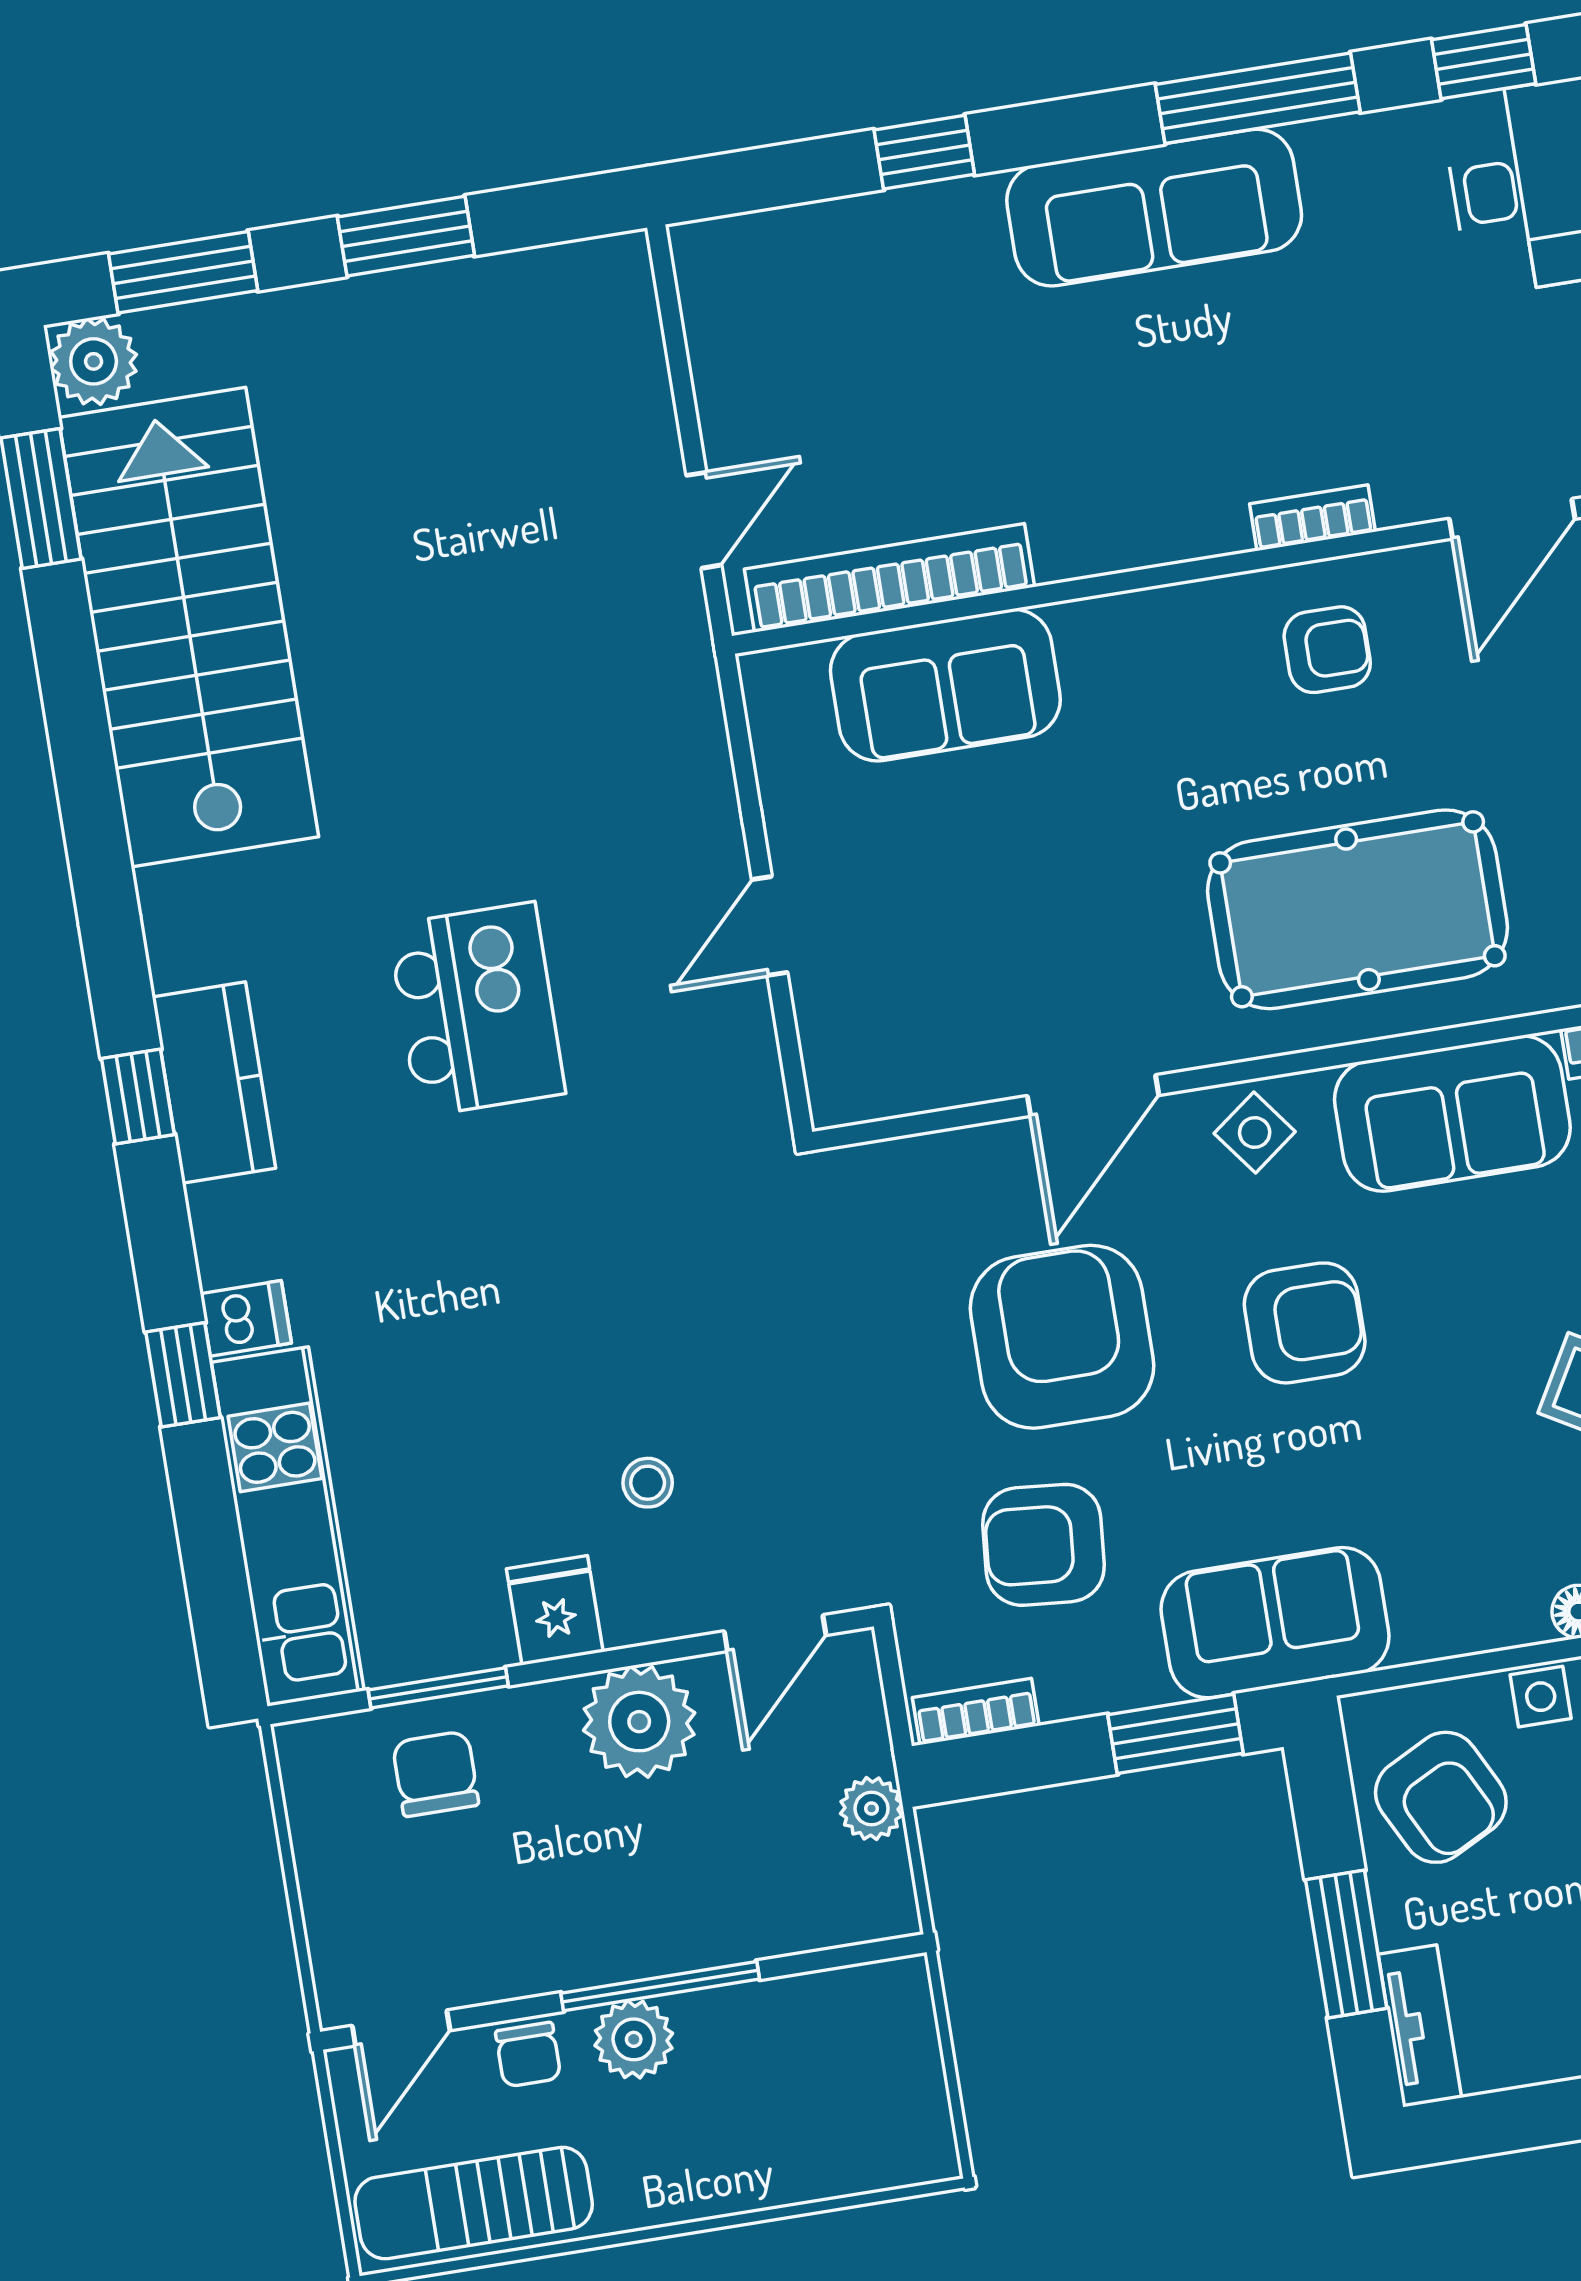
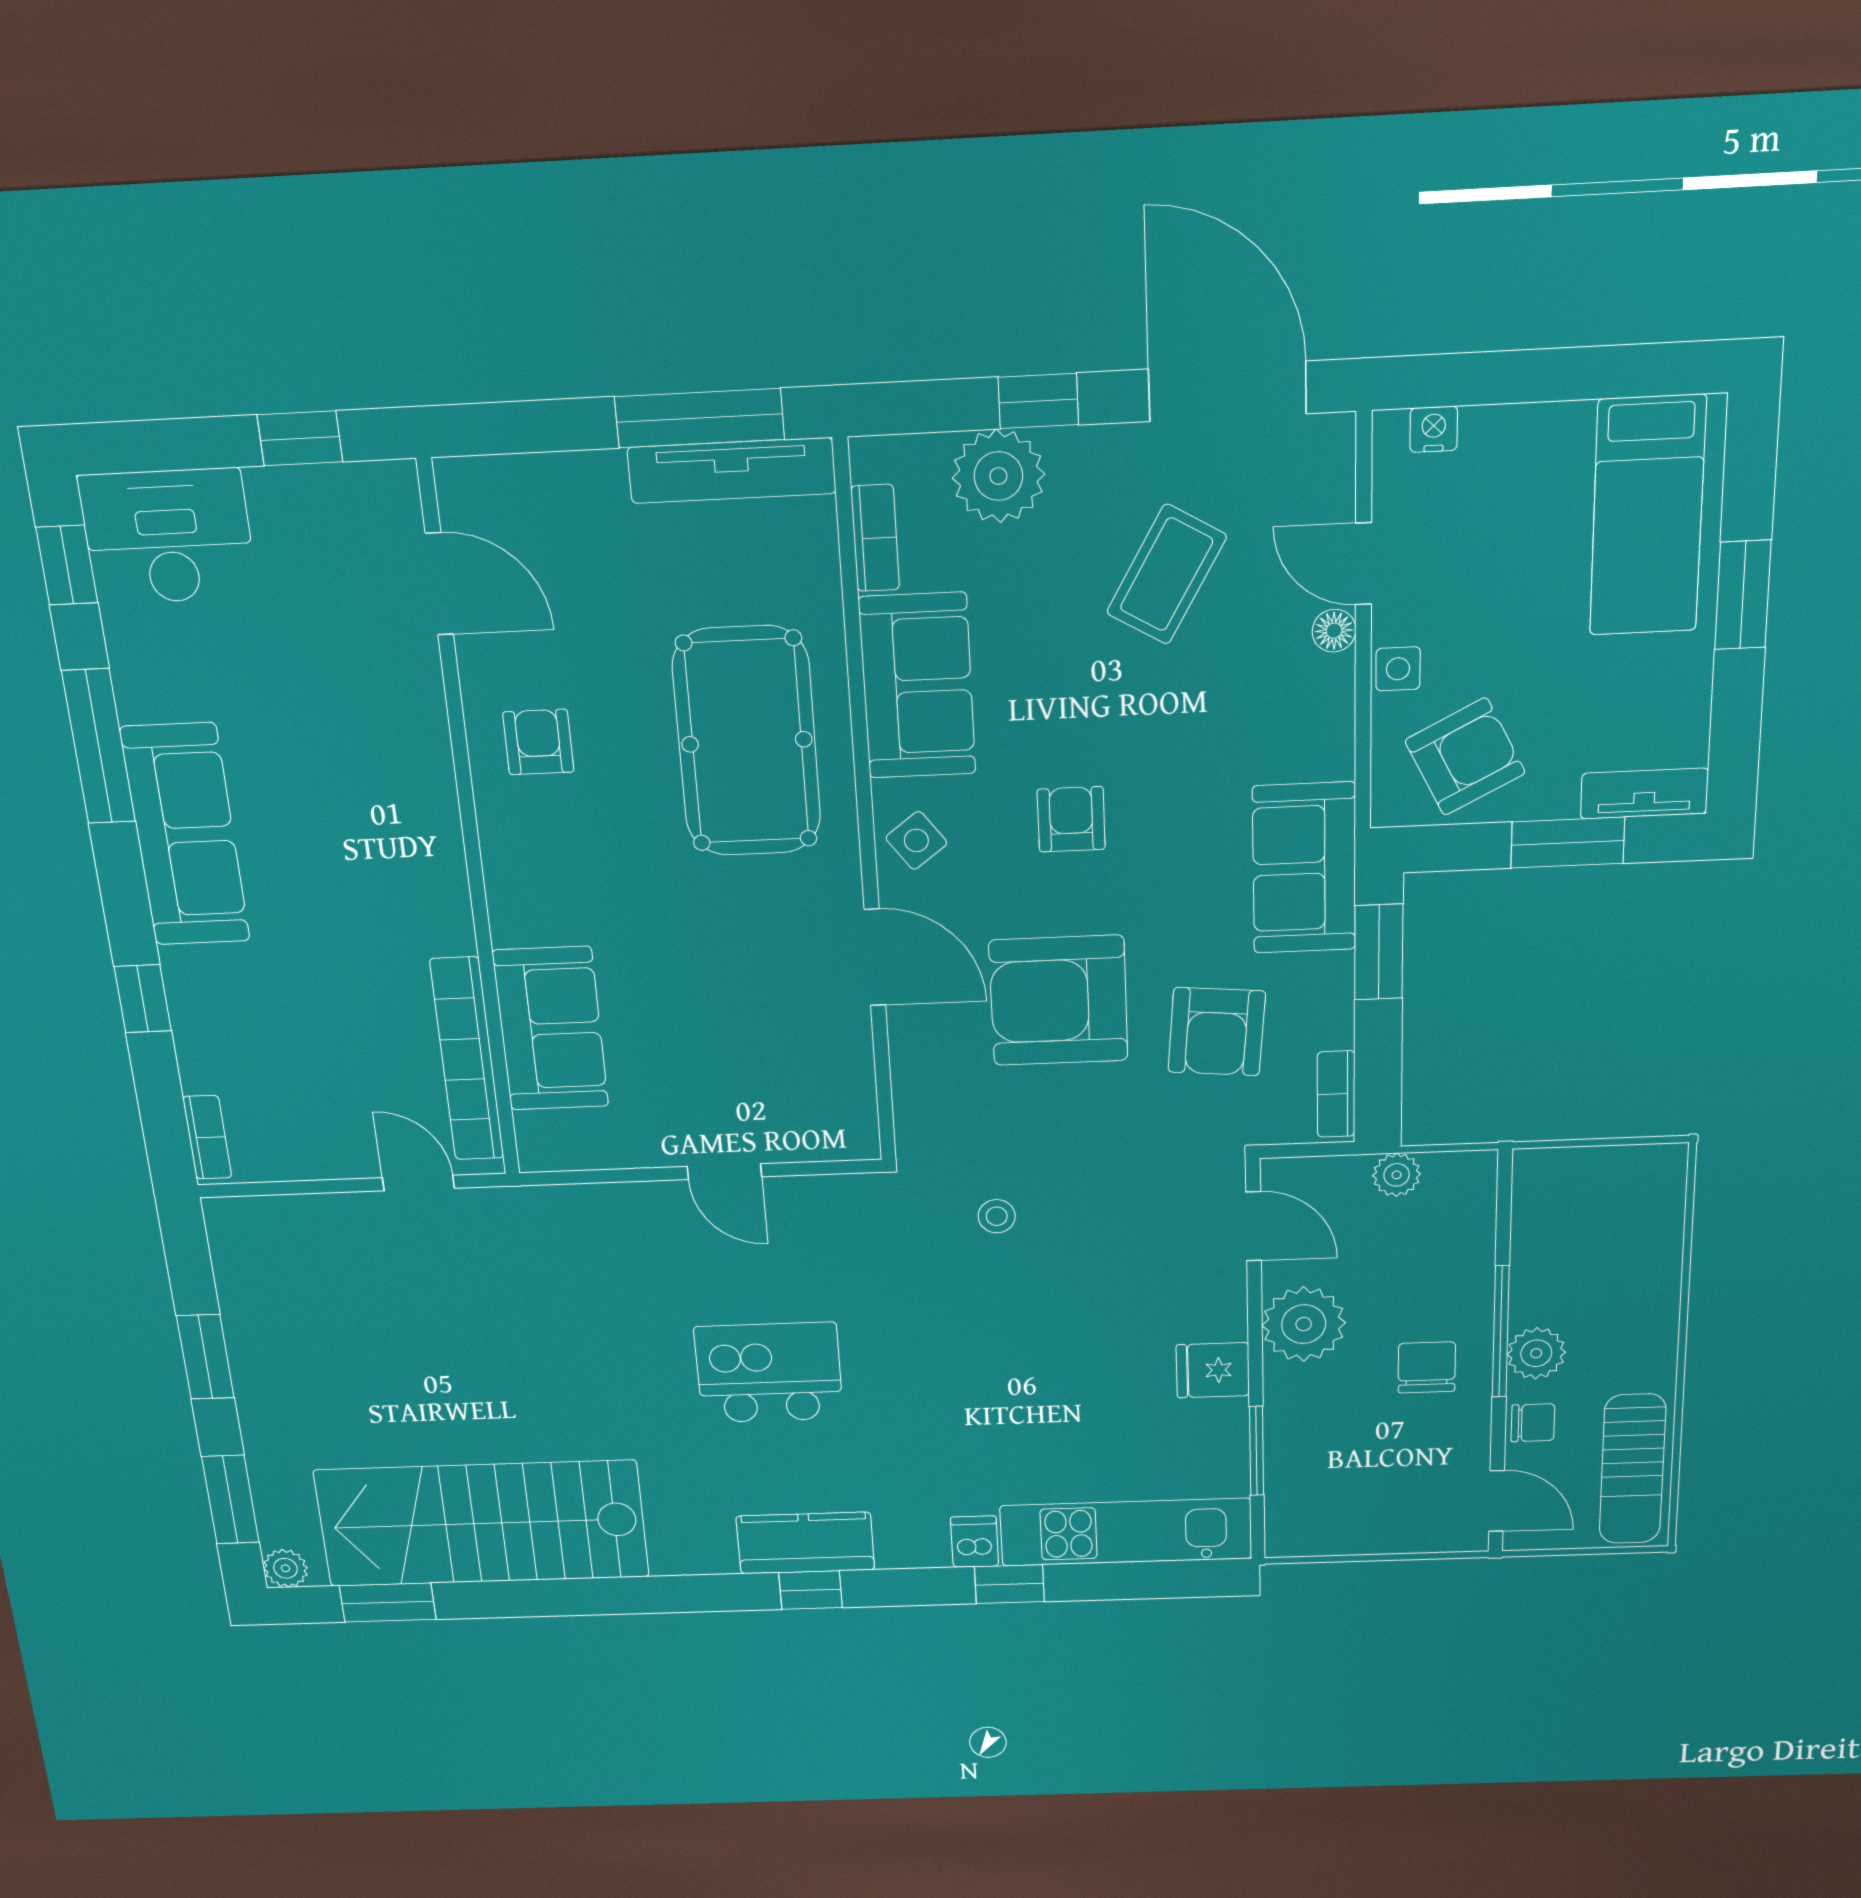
plant: (94, 361) -> (285, 1568), width x0.73, depth x0.73
bookcase: (1313, 518) -> (207, 1137), moved, turned 180
armchair: (1305, 1323) -> (1071, 819), width x0.72, depth x0.72
stool: (648, 1483) -> (997, 1216), moved
chair: (436, 1774) -> (1427, 1367), moved, turned 90

